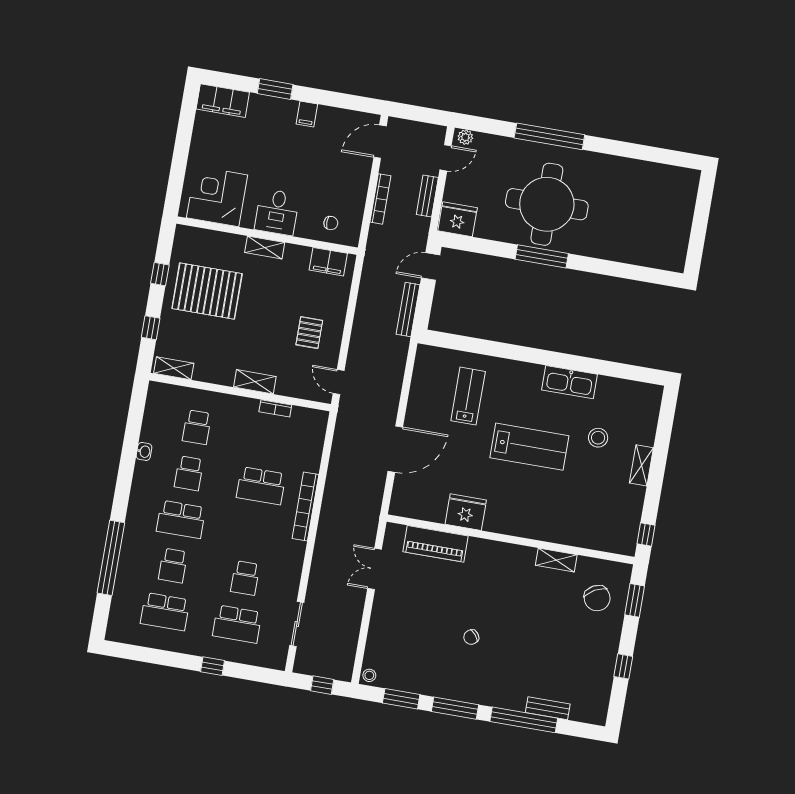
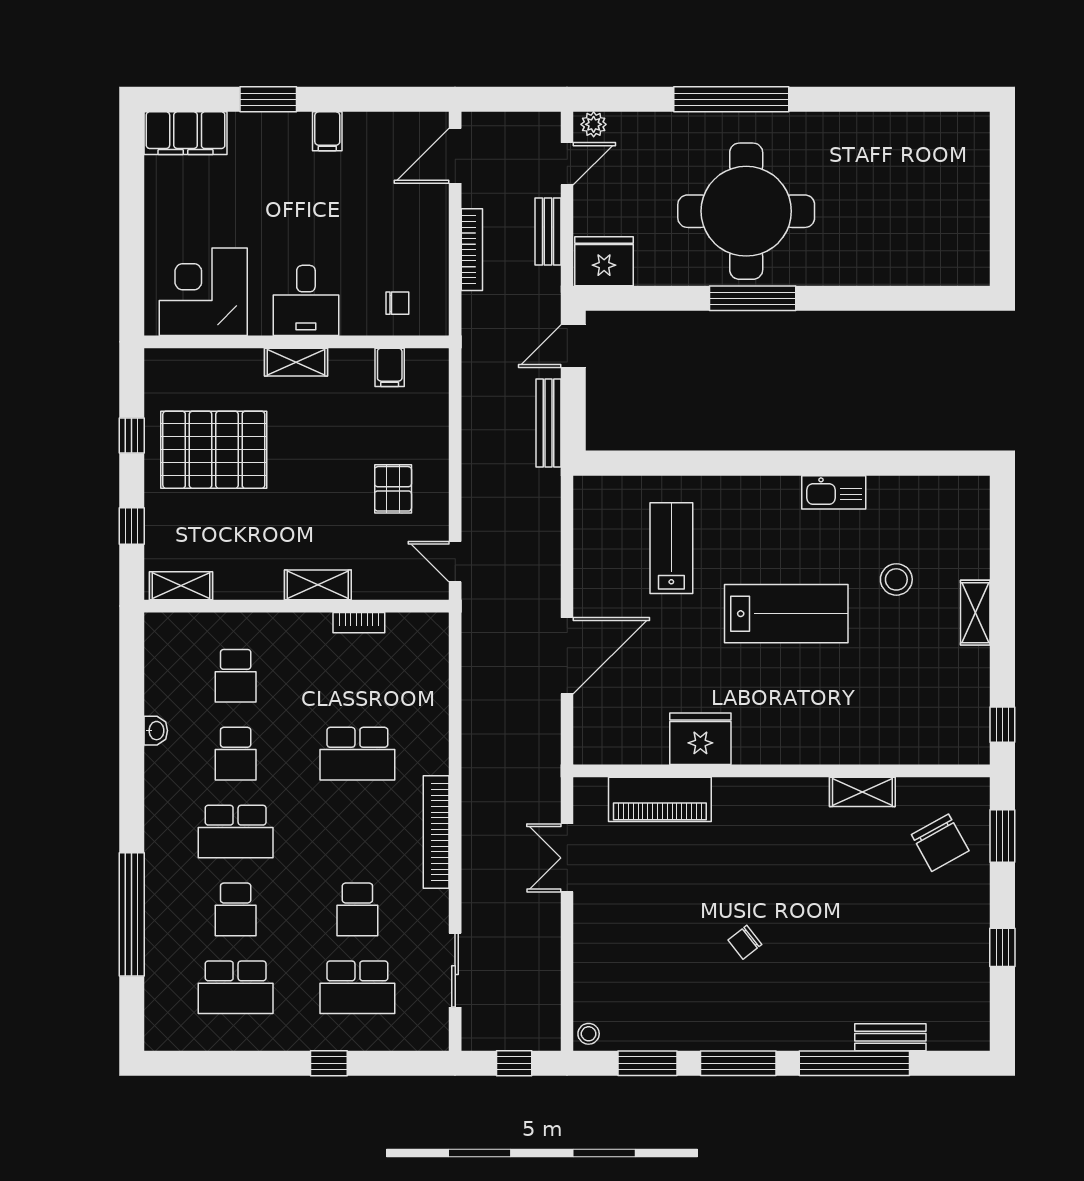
filing cabinet: (328, 262) -> (390, 367), width x0.50
kitchen sink: (570, 382) -> (834, 492), width x0.73, depth x0.81
bookcase: (305, 506) -> (436, 832), moved

